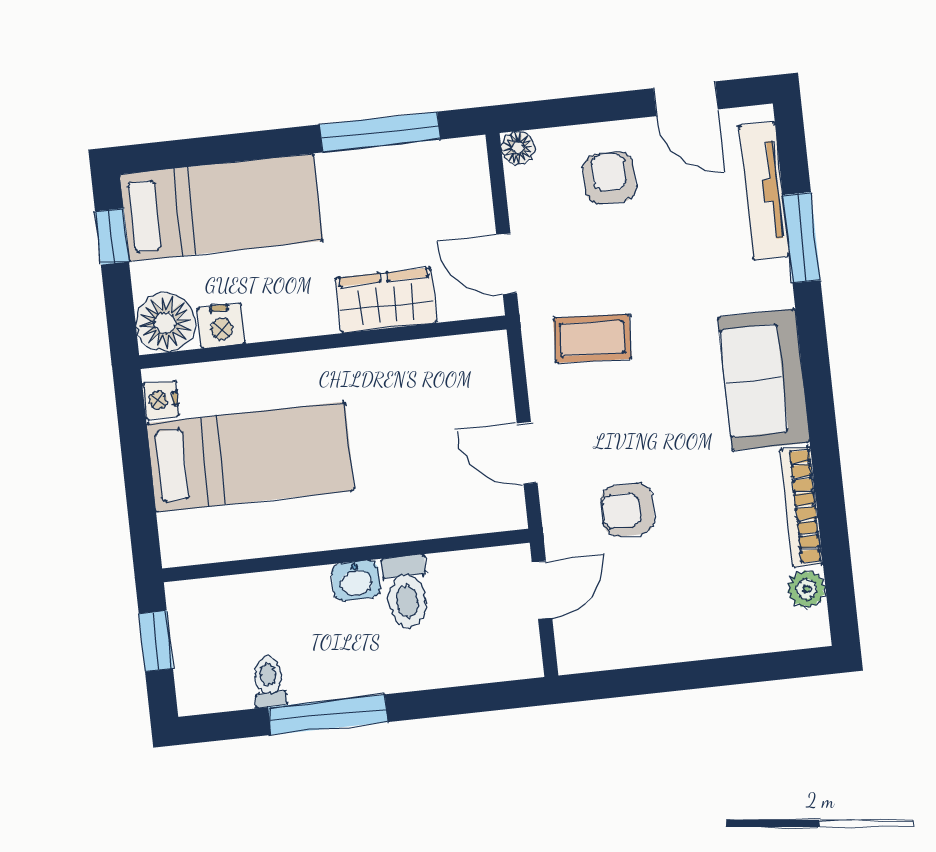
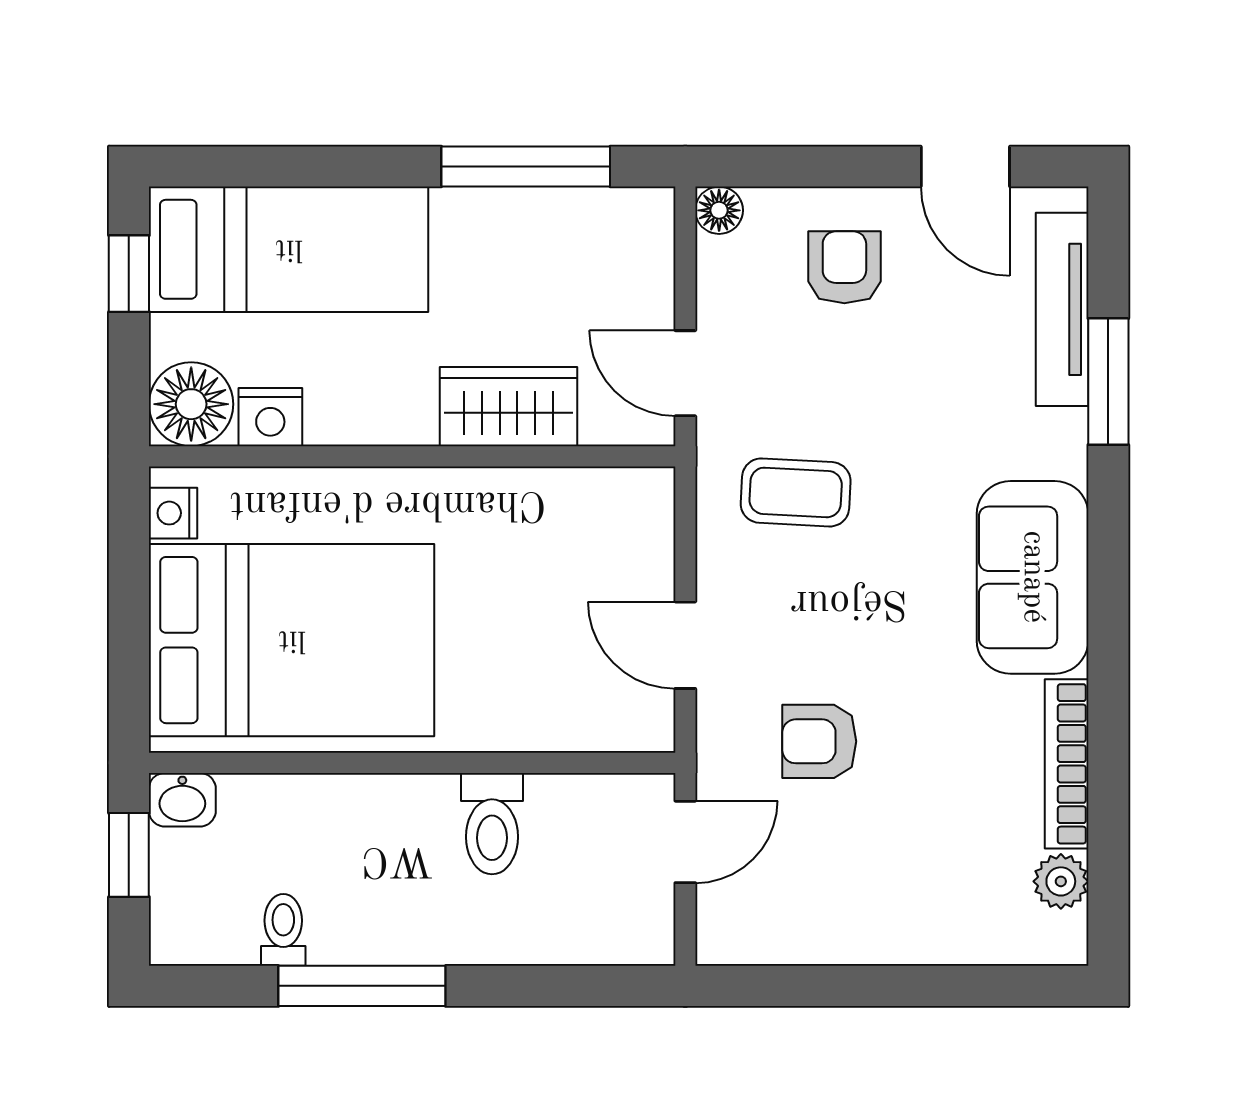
bed: (250, 457) -> (292, 640), width x1.50
washbasin: (356, 580) -> (182, 800), moved

